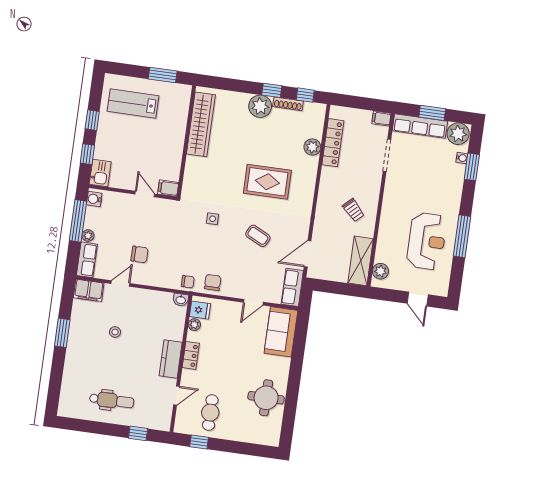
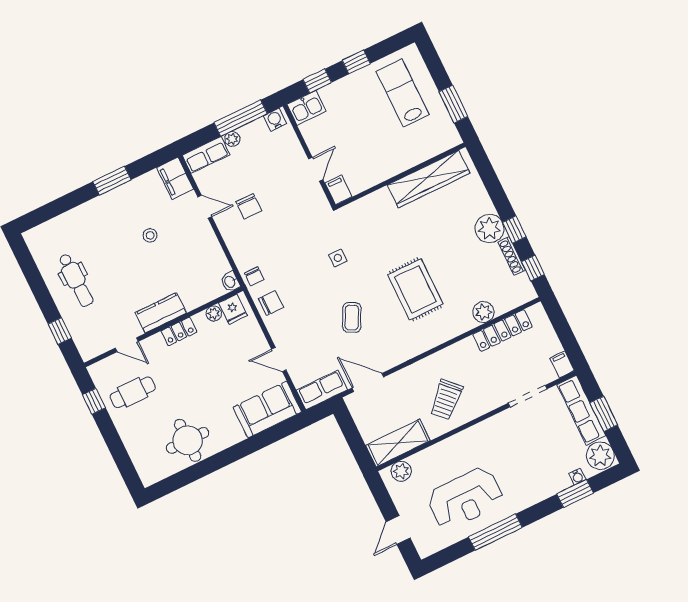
trolley: (353, 210) -> (446, 400), width x1.36, depth x1.39

